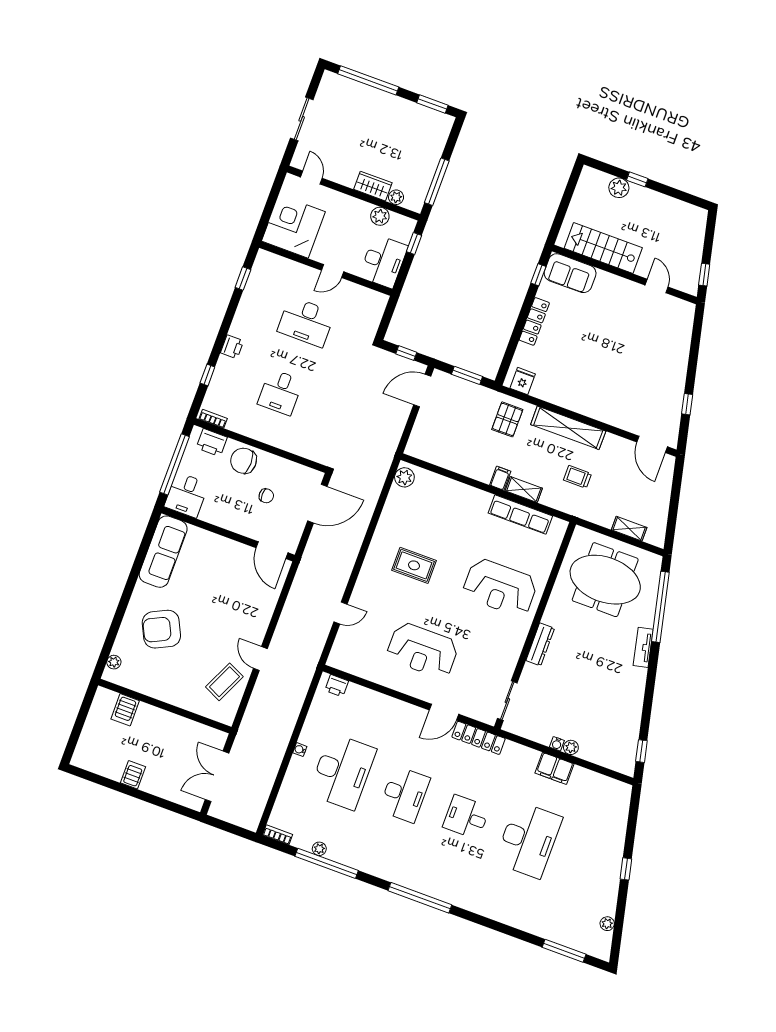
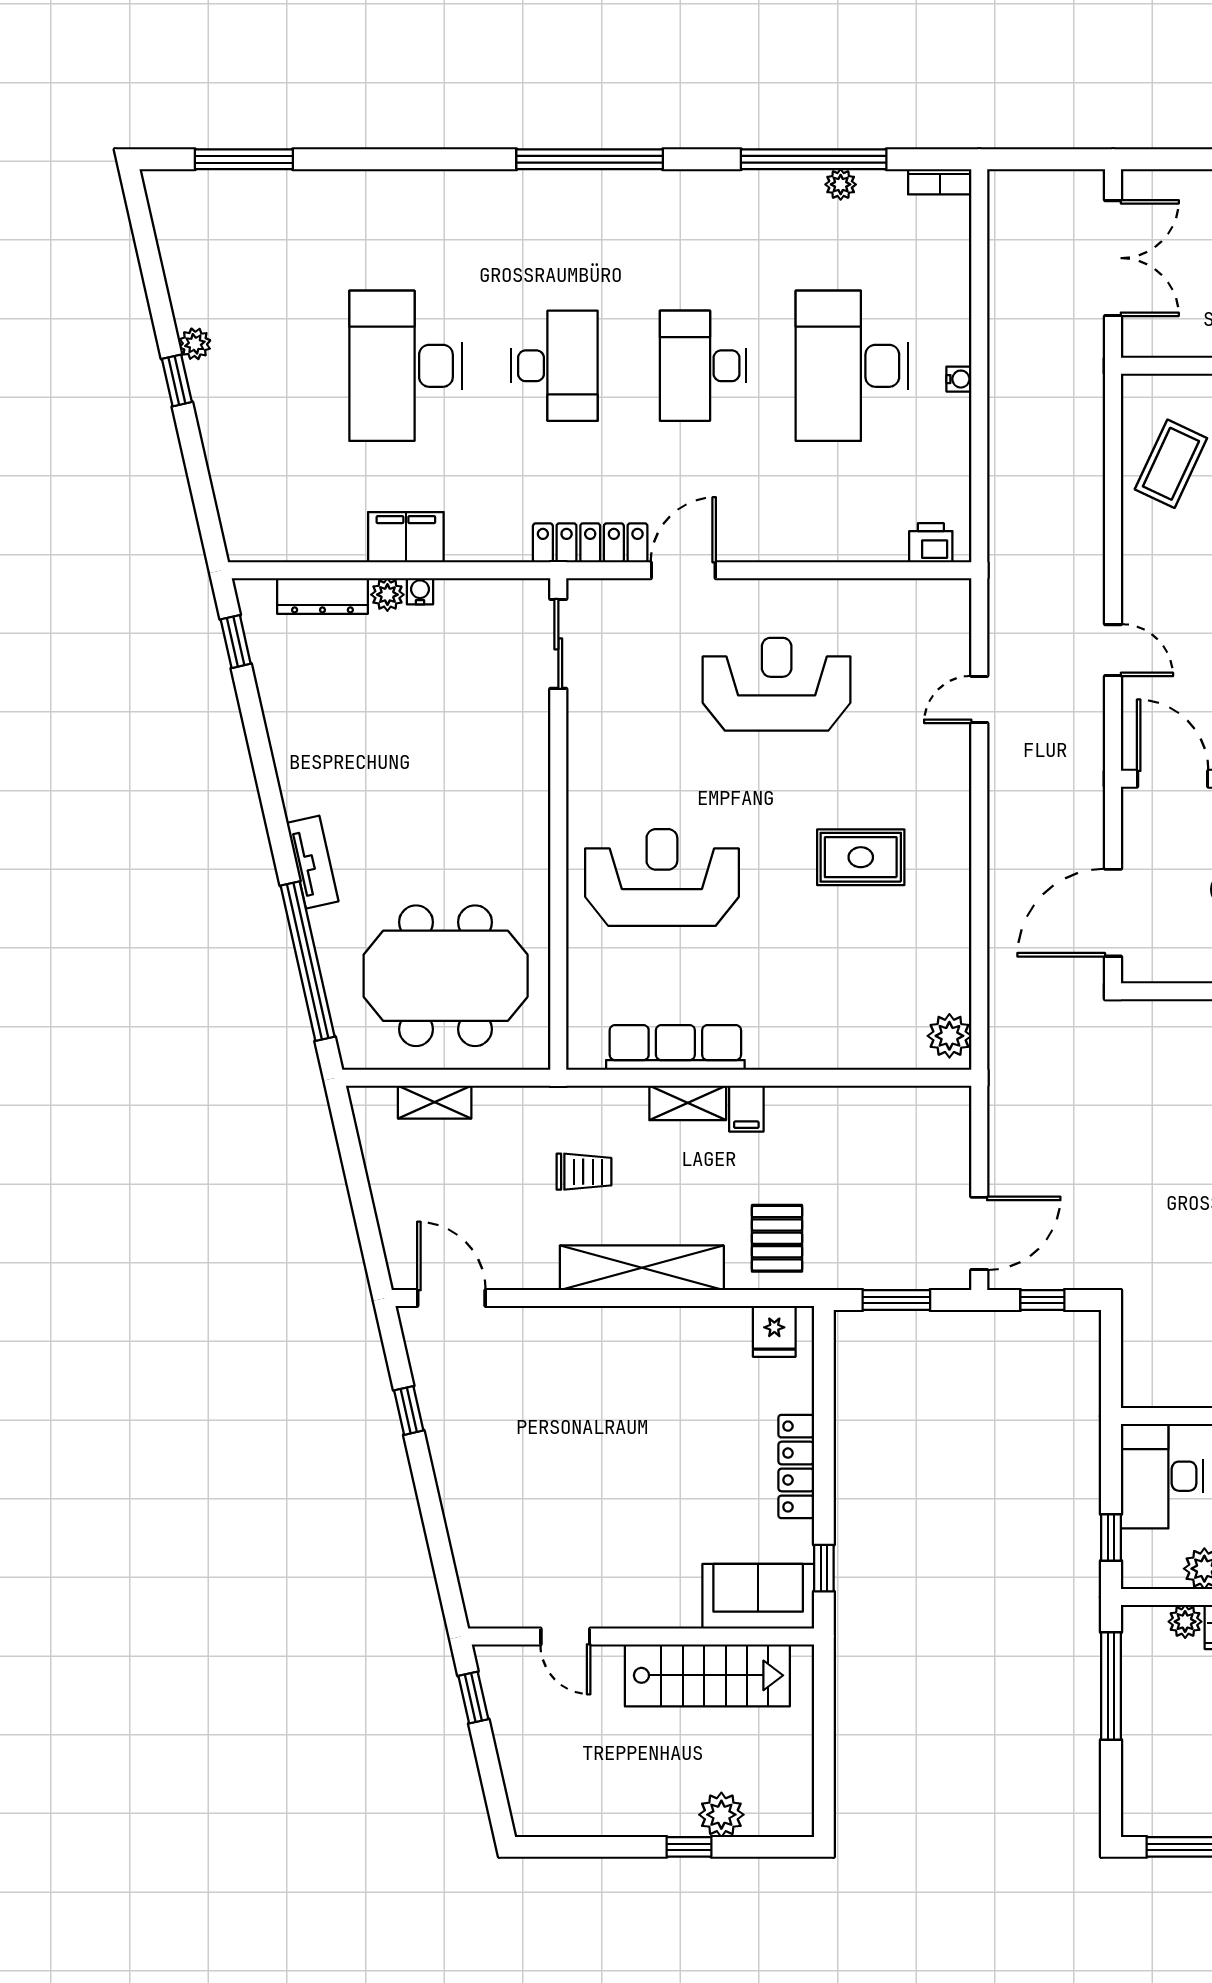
dresser: (540, 644) -> (322, 596), moved, turned -90
door: (260, 659) -> (1113, 650), moved
desk: (466, 817) -> (554, 366), width x1.37
plant: (607, 924) -> (195, 344), moved

